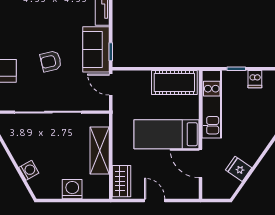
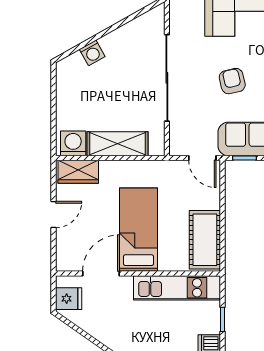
door: (111, 85) -> (202, 158), swing flipped
fridge: (239, 169) -> (69, 299), moved, turned 55
washing machine: (72, 189) -> (73, 143), moved, turned -90

